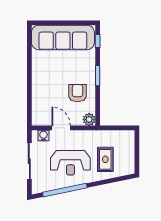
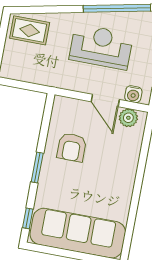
plant: (89, 119) -> (128, 118), moved
rug: (105, 159) -> (30, 30), moved, turned 90

